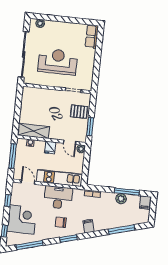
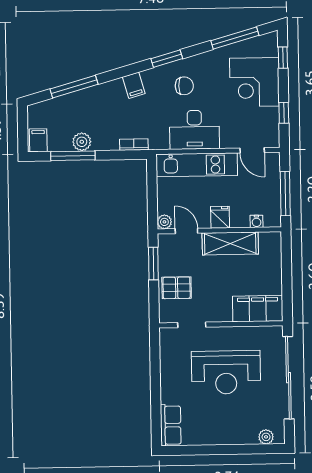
filing cabinet: (36, 95) -> (258, 309), added
shelving: (33, 131) -> (230, 244), moved

